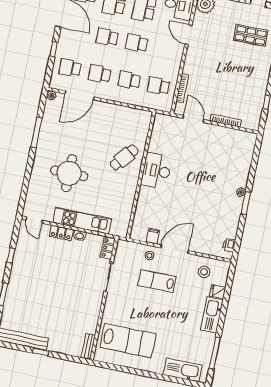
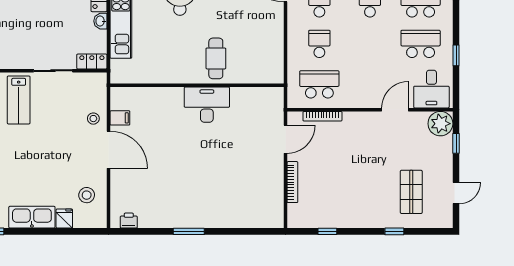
school desk: (137, 43) -> (370, 44), removed
school desk: (159, 86) -> (319, 84), width x1.85
cafe table: (124, 157) -> (216, 58), turned 51
plant: (241, 192) -> (202, 222), removed
lab bench: (157, 281) -> (19, 100), moved, turned 180

